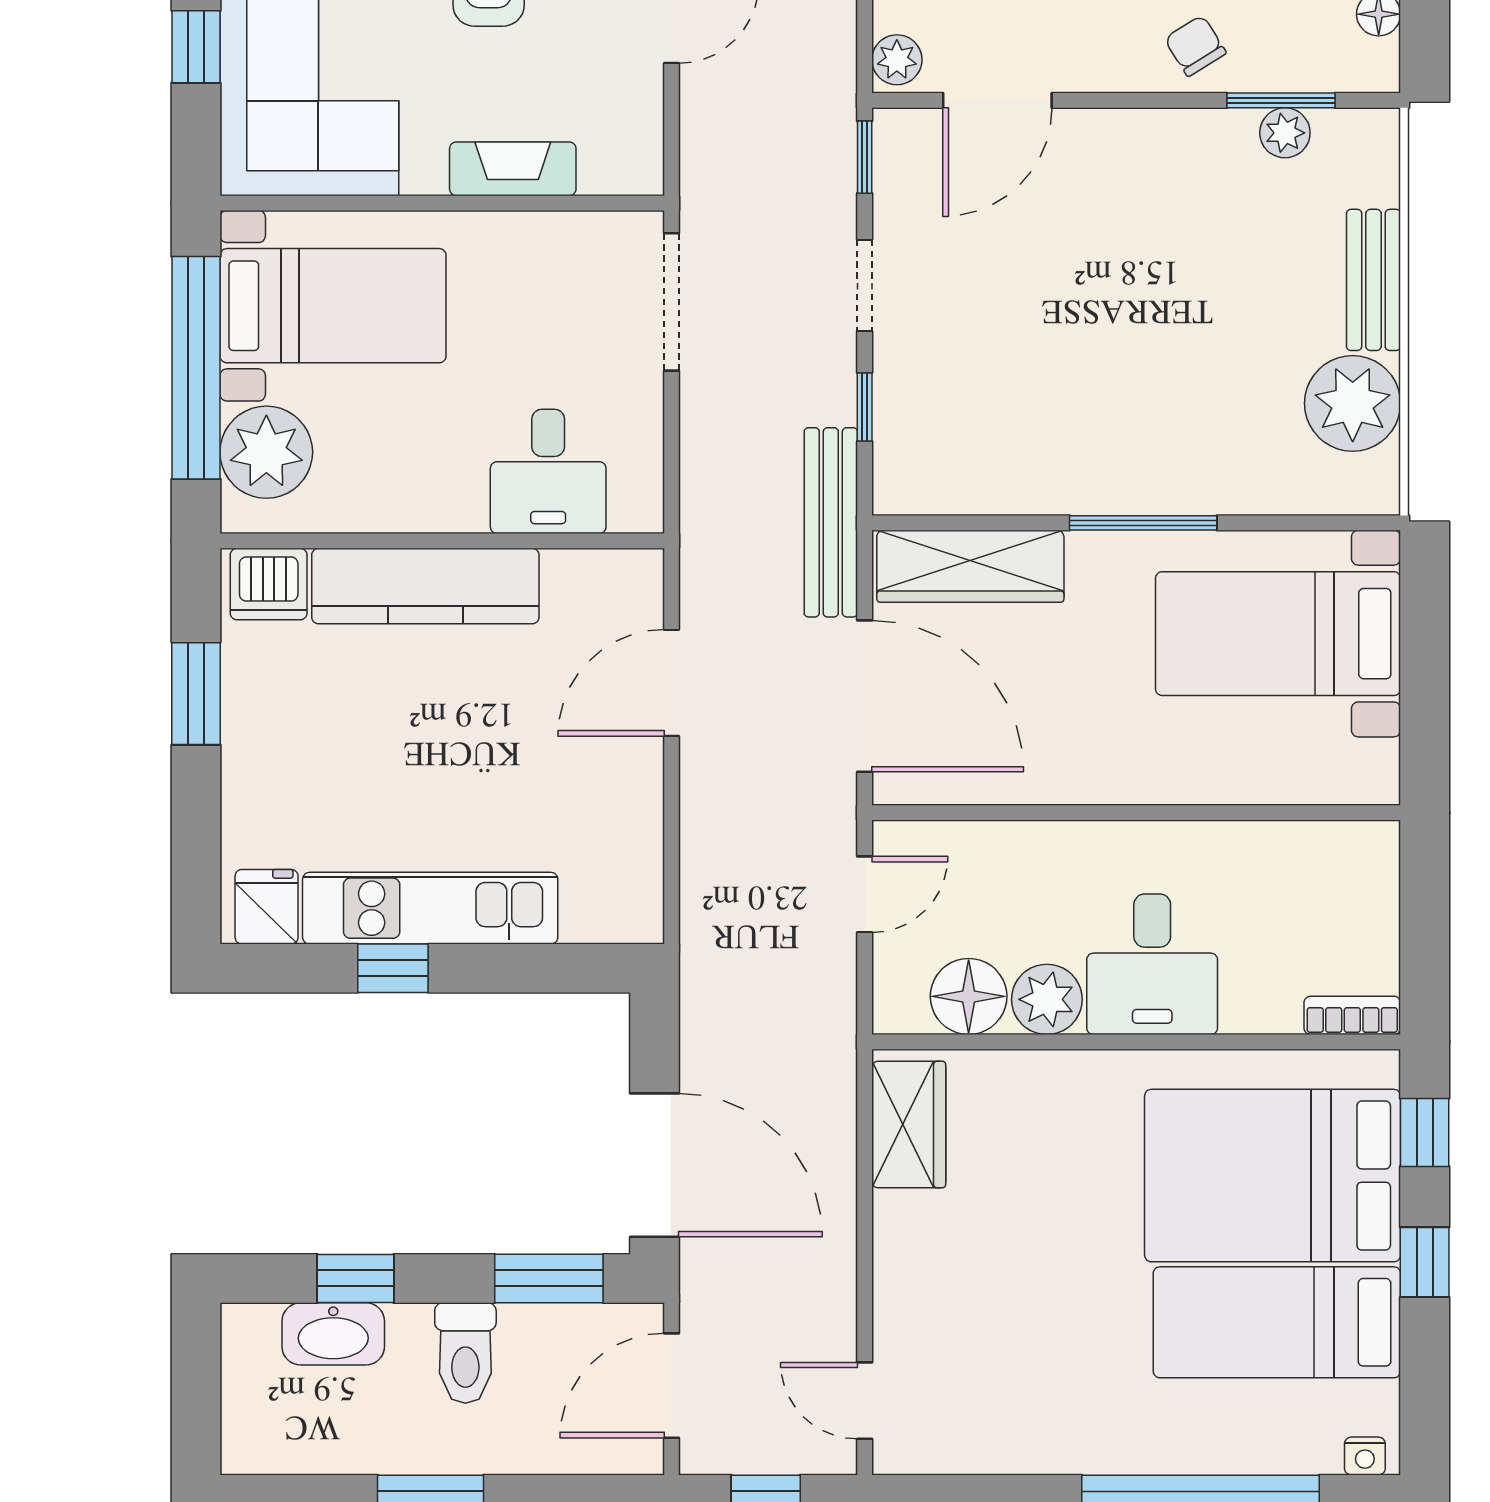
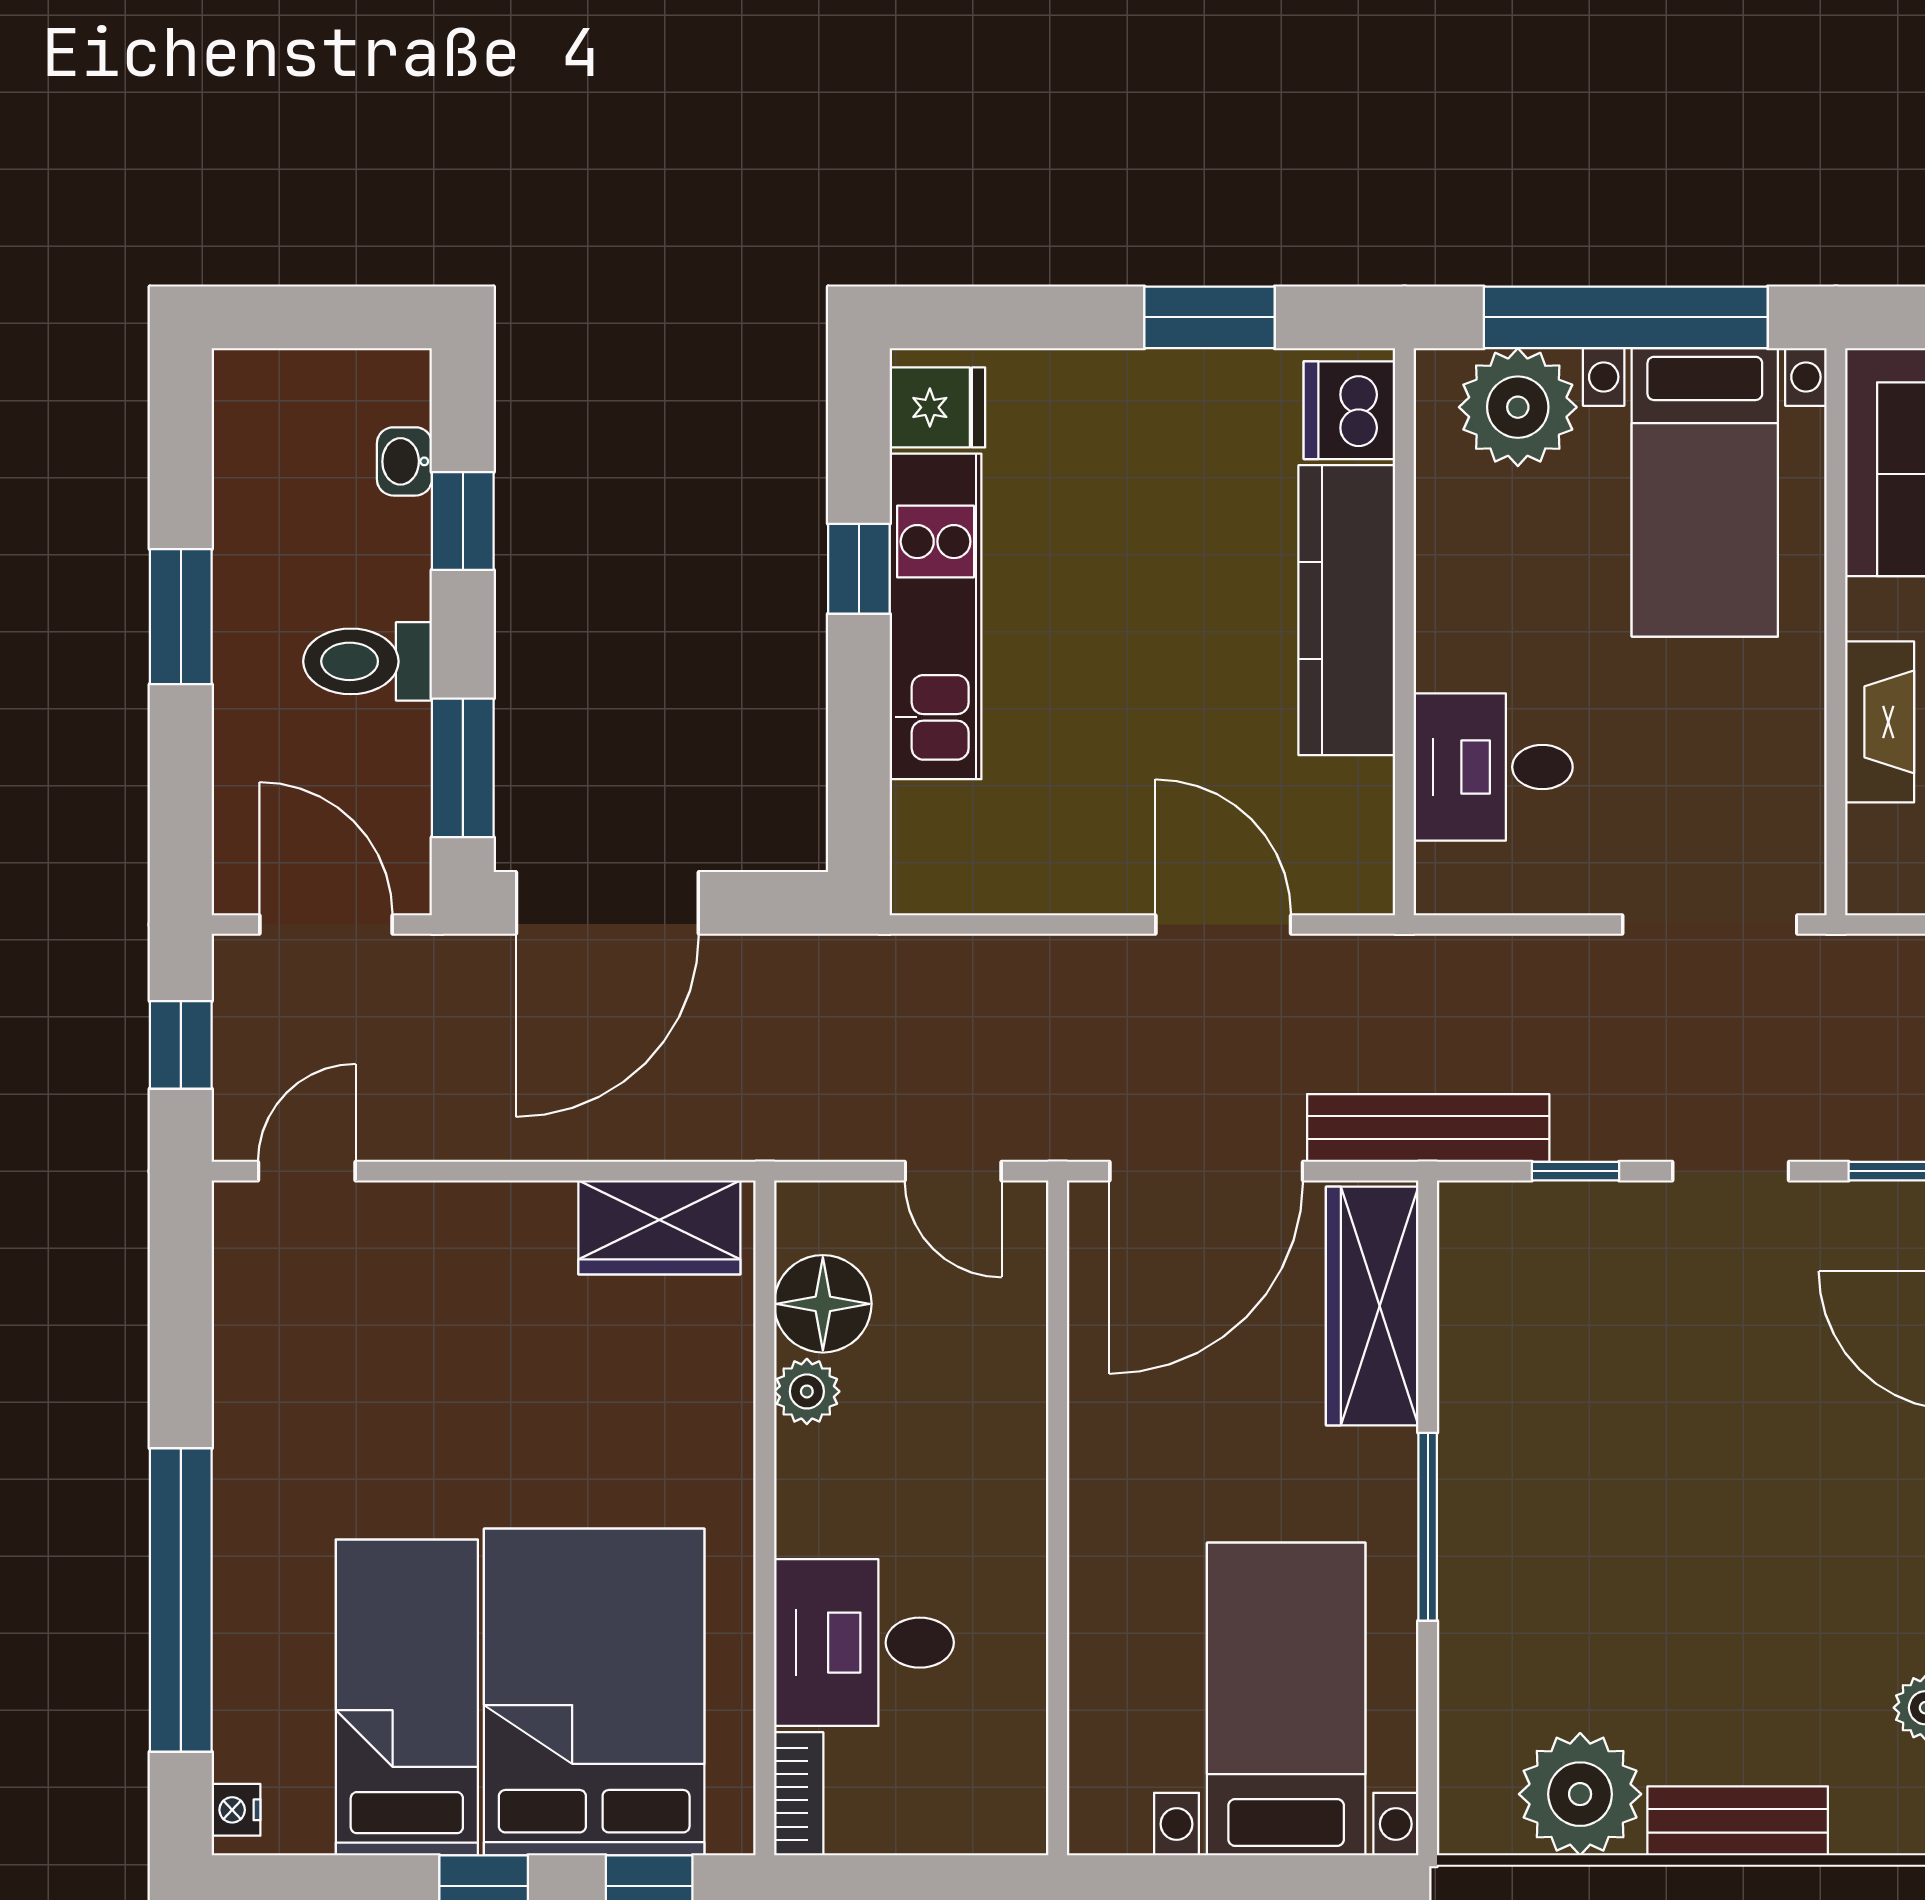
desk: (1152, 964) -> (864, 1643), moved
plant: (1047, 999) -> (807, 1391), width x0.73, depth x0.73
washbasin: (333, 1334) -> (404, 461), width x0.52, depth x0.69

